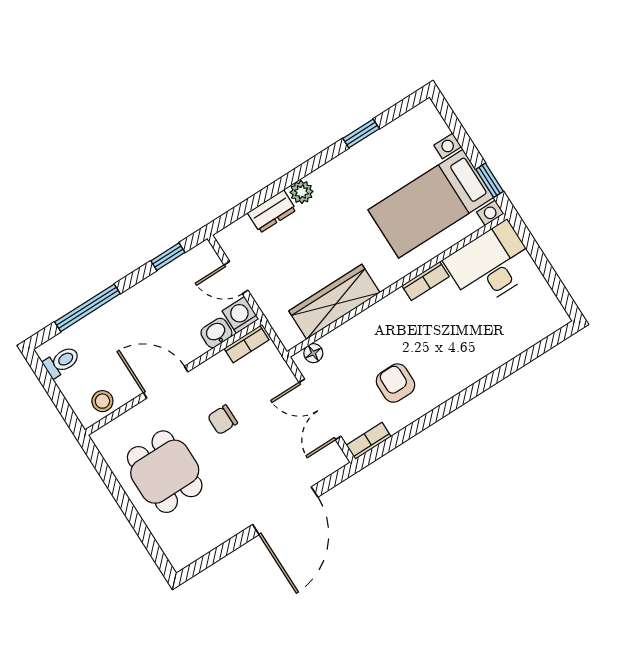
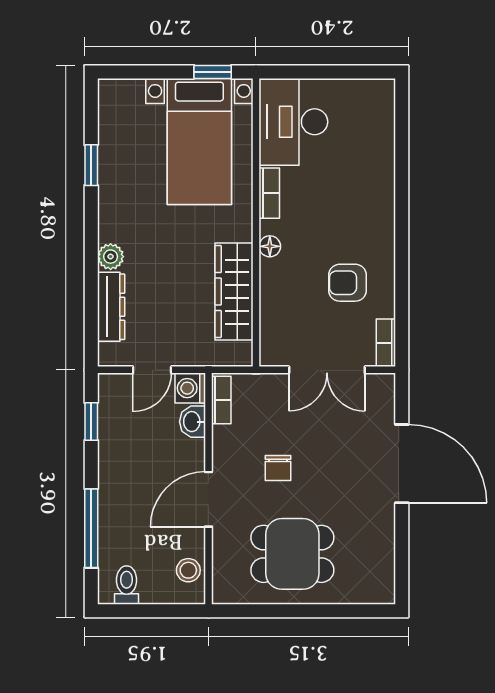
dresser: (272, 211) -> (111, 307), width x1.44
floor lamp: (313, 353) -> (270, 246), moved

